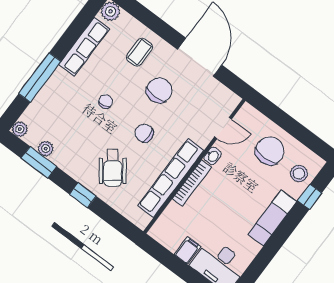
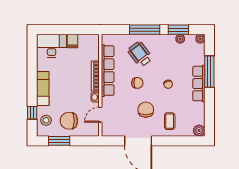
row of seats: (84, 47) -> (199, 84), moved
chair: (159, 90) -> (146, 110), turned 180
window: (302, 134) -> (59, 141), added
chair: (270, 151) -> (69, 121), turned 90
window: (83, 195) -> (145, 30), width x2.17

